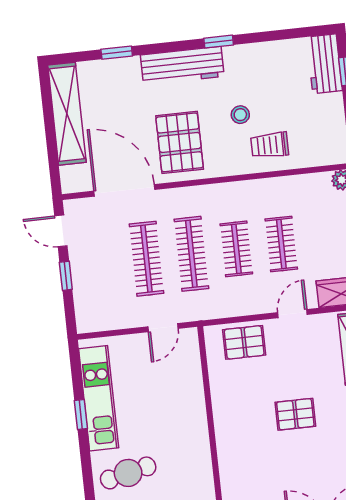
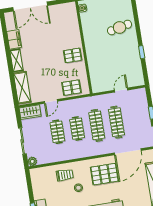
pallet: (180, 142) -> (105, 174), turned 90
door: (124, 190) -> (128, 152), hinge flipped
door: (163, 328) -> (121, 90), moved
kitchen unit: (99, 398) -> (134, 60), removed
pallet: (295, 414) -> (73, 55), moved

